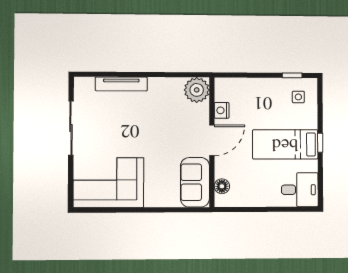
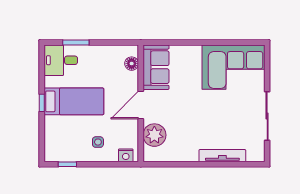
plant: (197, 90) -> (154, 135), moved
side table: (298, 97) -> (98, 142), moved
nightstand: (222, 110) -> (126, 155), moved, turned 90
window: (283, 209) -> (76, 42), added

